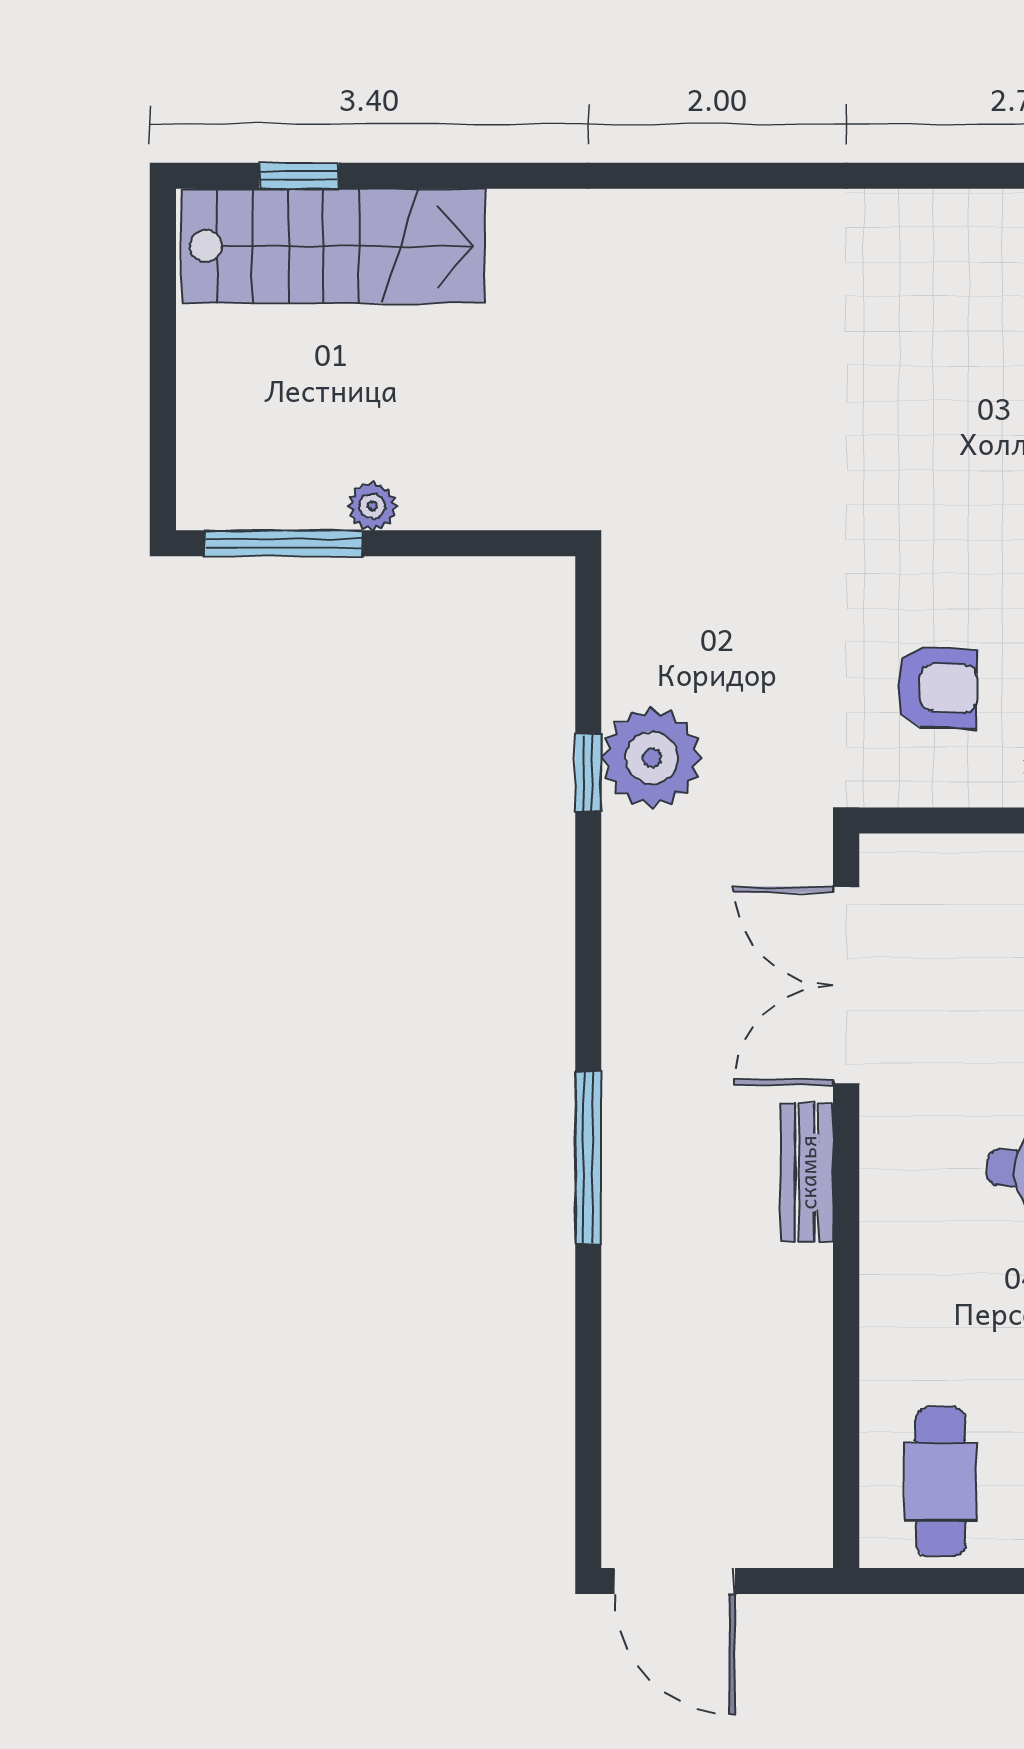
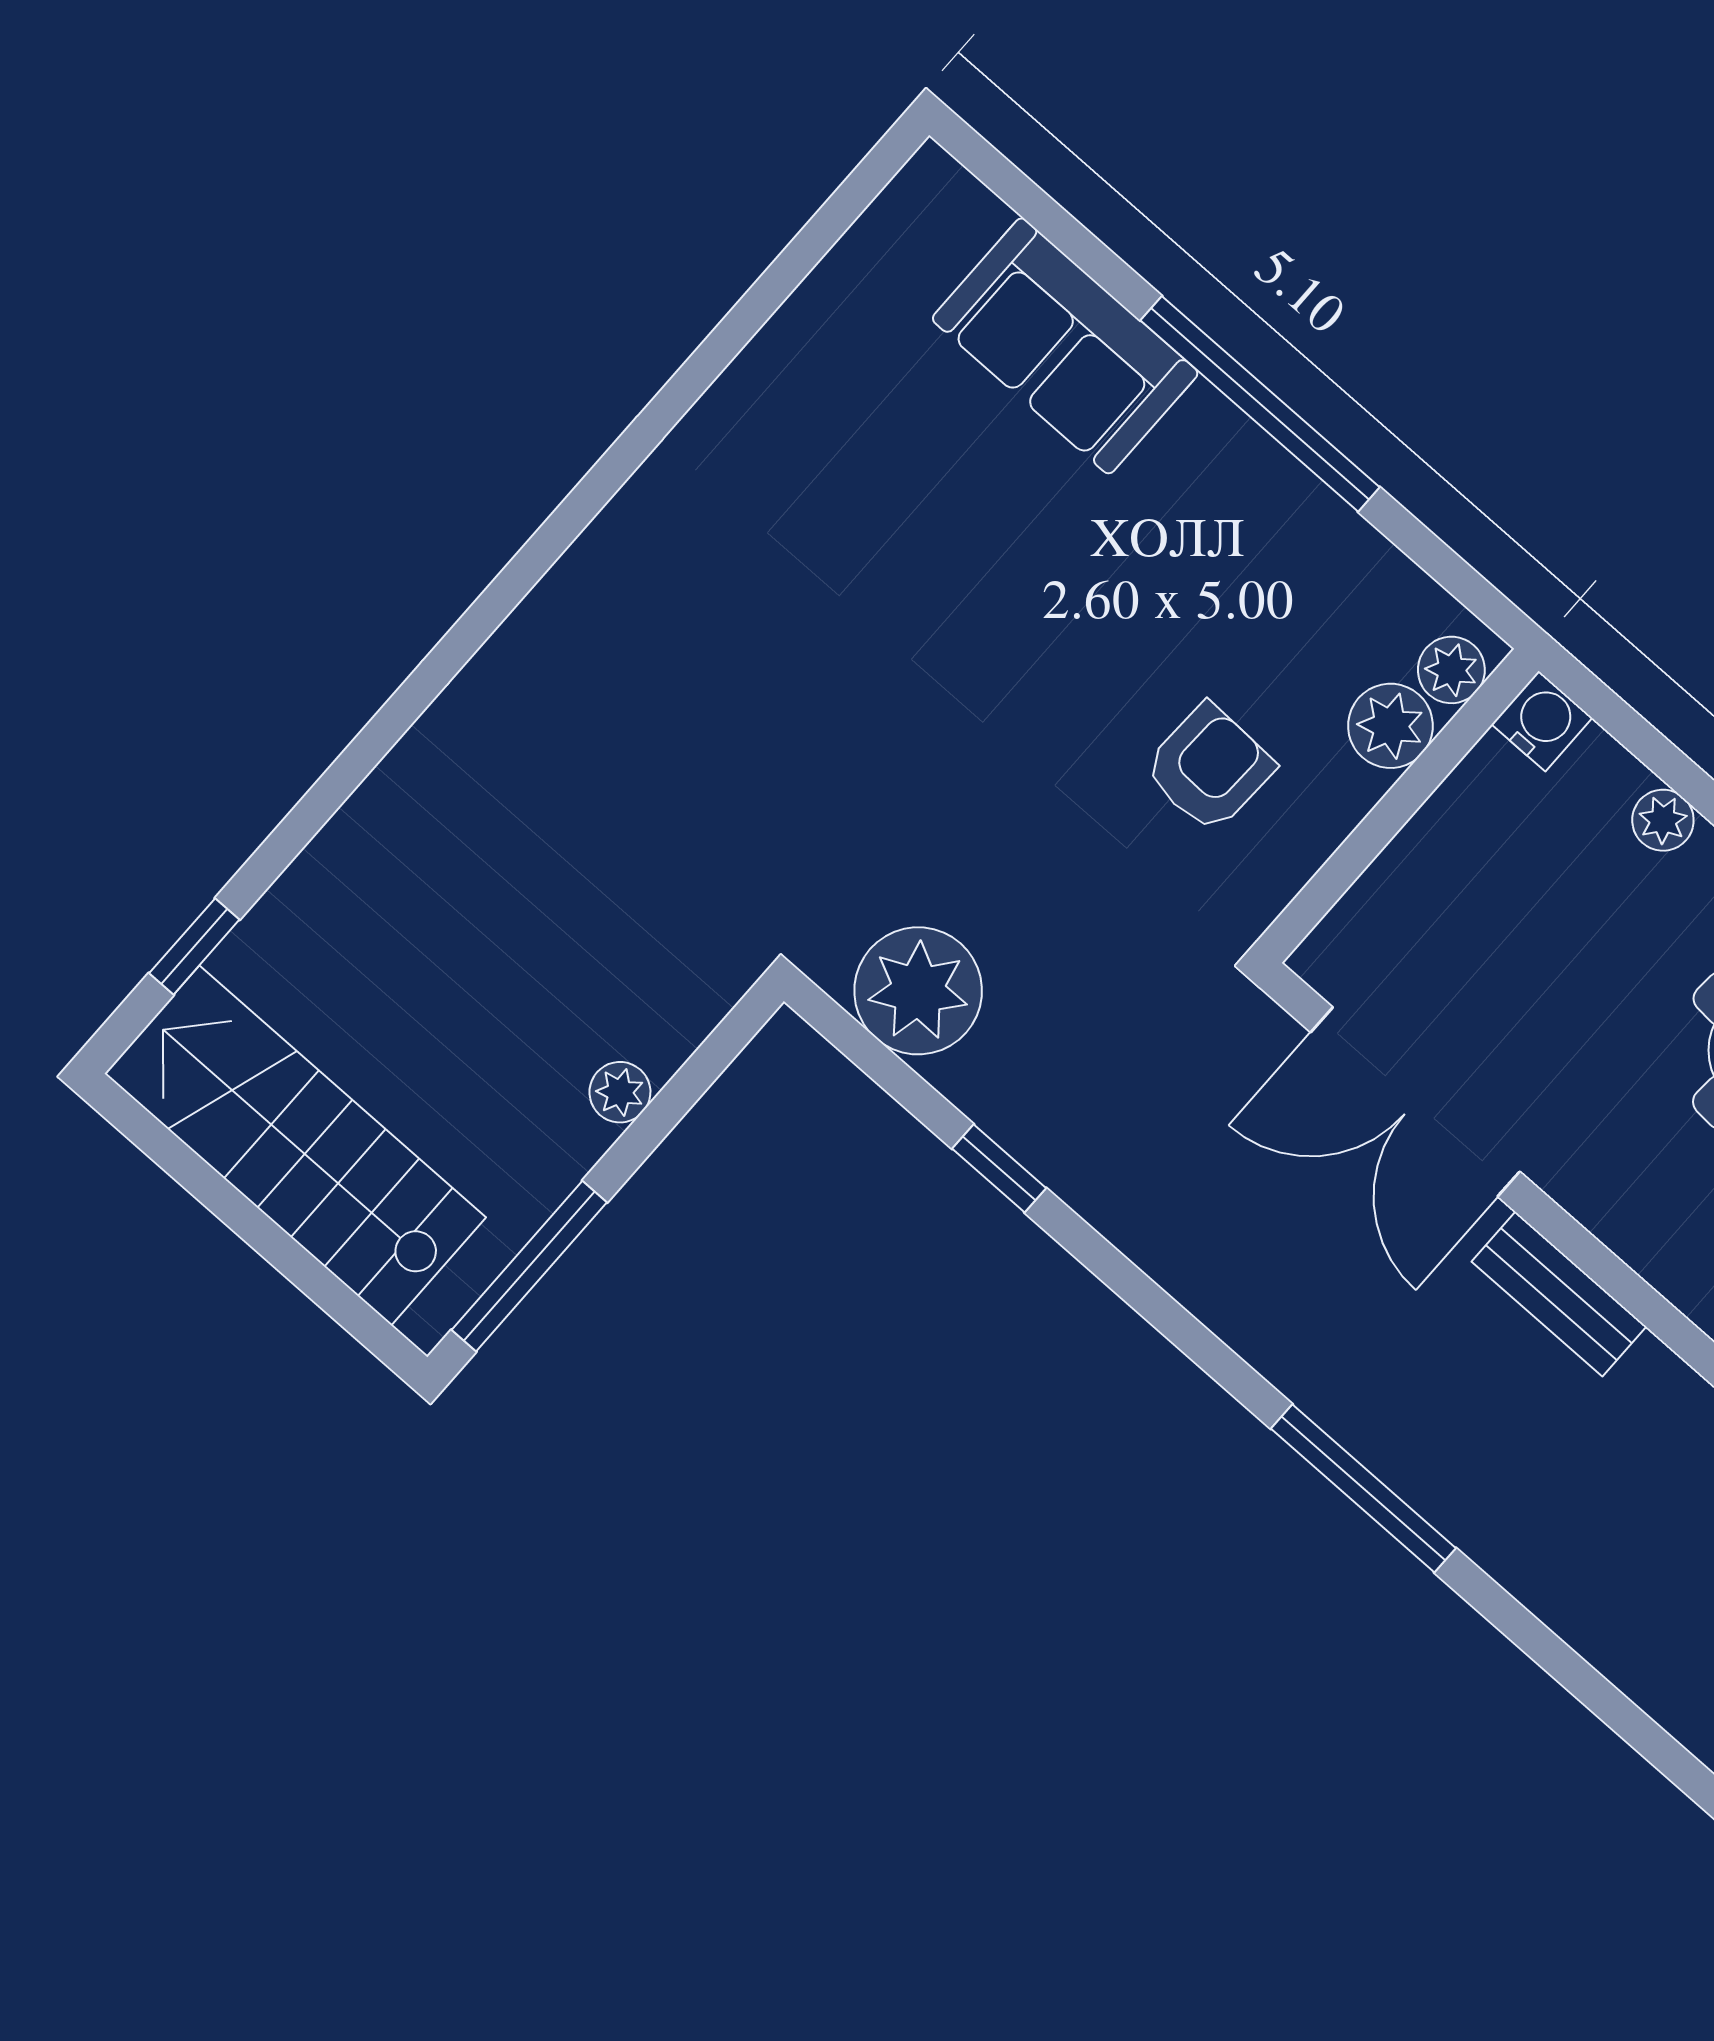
stairs: (333, 246) -> (295, 1145), moved, turned -90
plant: (372, 506) -> (620, 1092), moved
plant: (652, 758) -> (918, 991), moved

